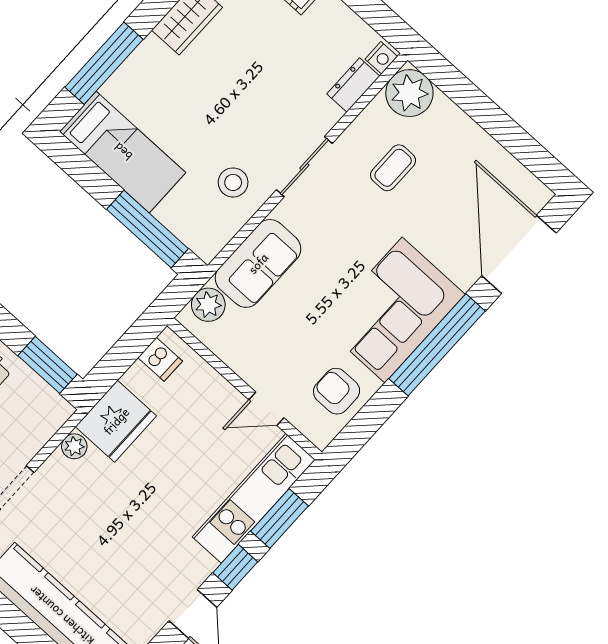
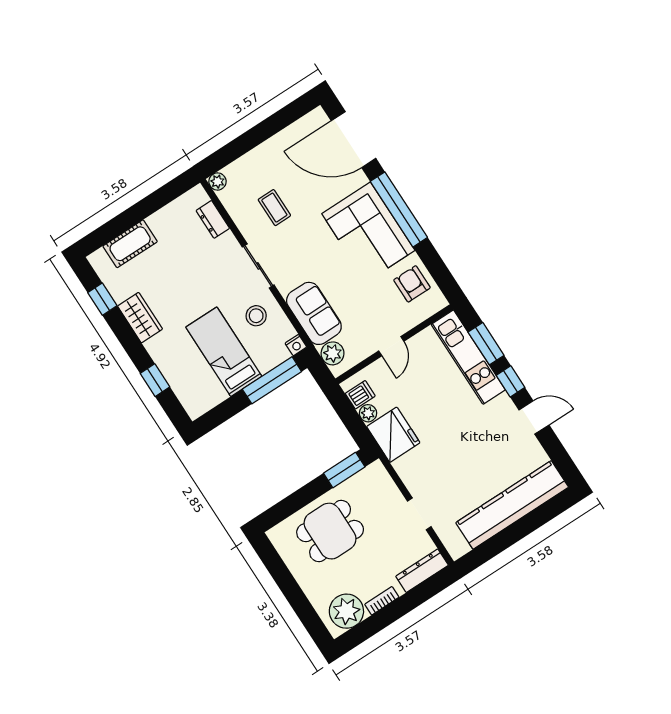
nightstand: (381, 58) -> (296, 345), moved, turned 90
window: (104, 63) -> (155, 380), width x0.46
plant: (409, 93) -> (218, 182), width x0.53, depth x0.53
bed: (123, 152) -> (224, 352), moved, turned -90
armchair: (337, 391) -> (412, 284), turned 90
door: (266, 409) -> (391, 346), moved
plant: (74, 446) -> (368, 413), moved

